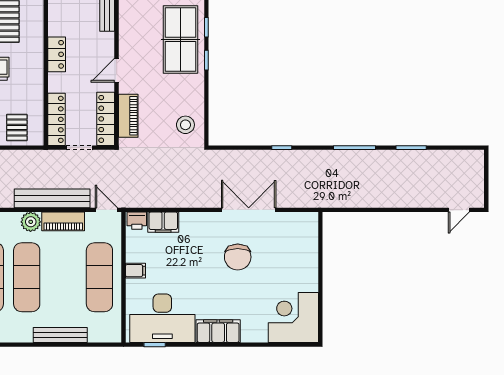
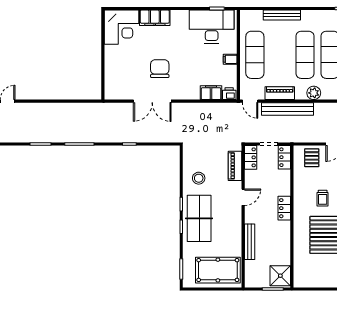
locker: (56, 119) -> (284, 157), width x0.66
locker: (106, 119) -> (251, 157), width x0.66
stool: (185, 125) -> (199, 178), moved
plant: (31, 222) -> (314, 93), moved
filing cabinet: (218, 331) -> (155, 18), moved

